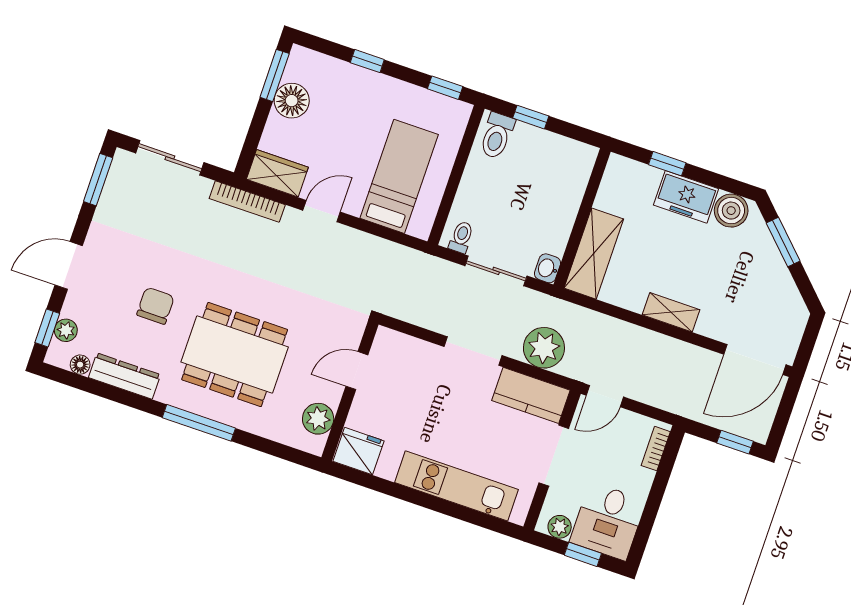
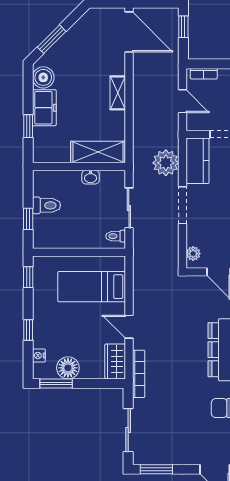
nightstand: (324, 64) -> (39, 356), added
toilet: (497, 136) -> (46, 205), moved
washbasin: (548, 268) -> (91, 177), moved
plant: (397, 342) -> (193, 254), added
door: (605, 396) -> (183, 101), moved

